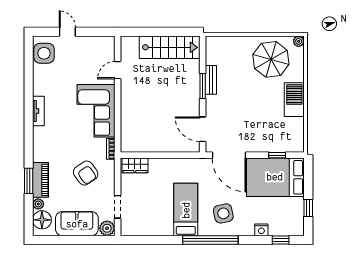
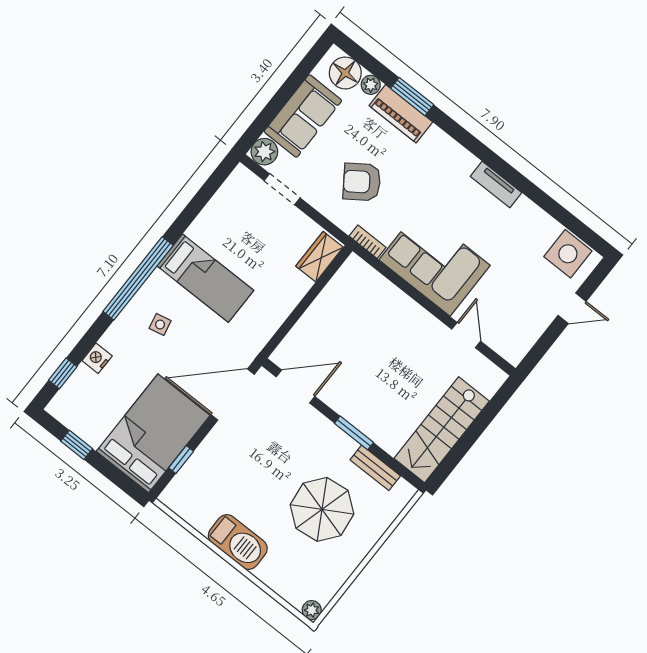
parasol: (271, 59) -> (322, 509), moved
bench: (211, 80) -> (375, 468), moved
side table: (223, 213) -> (160, 325), width x0.54, depth x0.54

